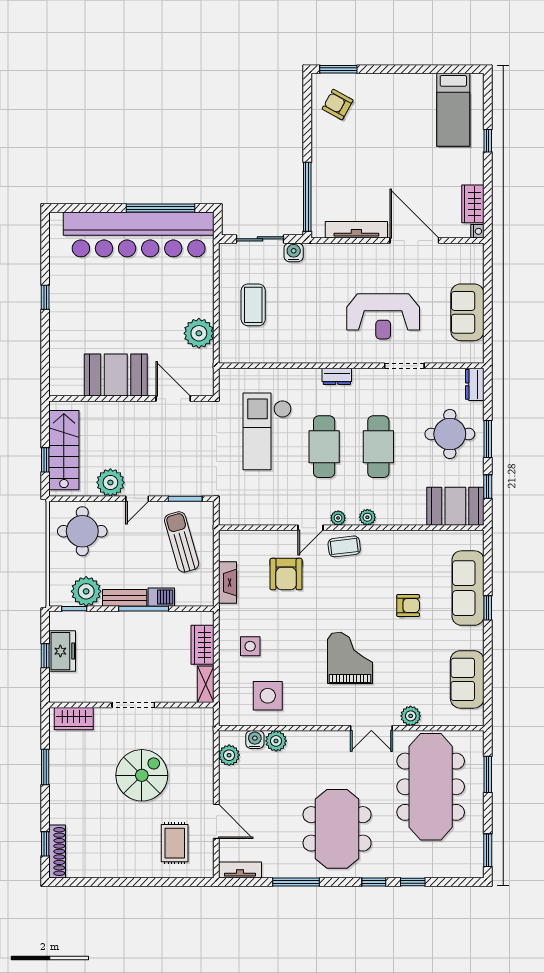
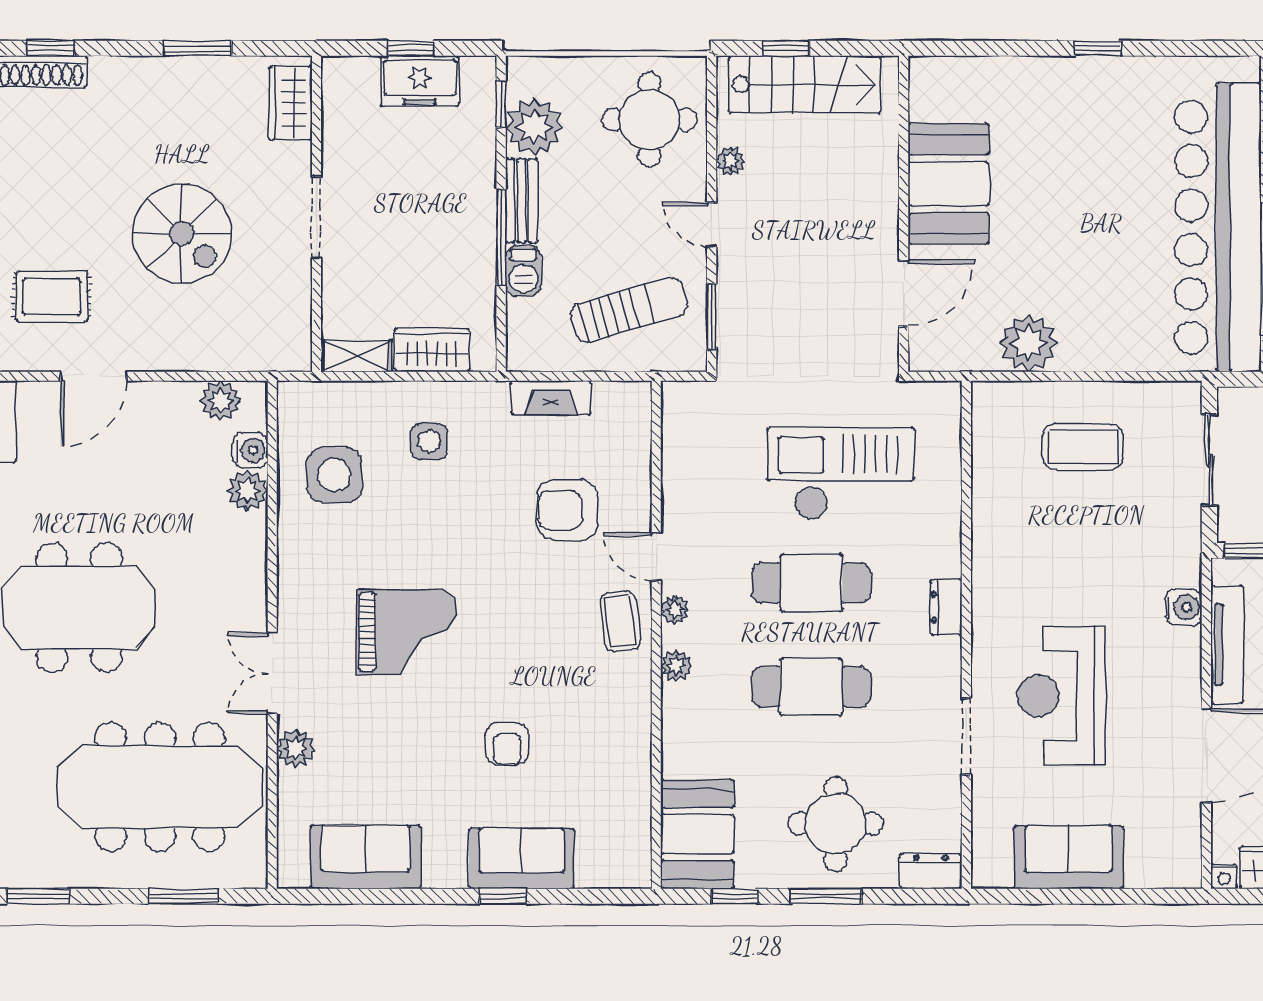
water cooler: (294, 252) -> (1184, 607), moved
plant: (110, 482) -> (730, 161), width x0.53, depth x0.53
sofa: (468, 588) -> (522, 858), width x0.73

